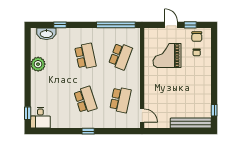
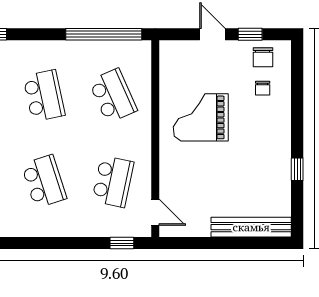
school desk: (120, 56) -> (113, 96), turned -45
grand piano: (167, 56) -> (201, 117), moved
window: (214, 110) -> (297, 169), moved
window: (88, 131) -> (122, 243), moved

